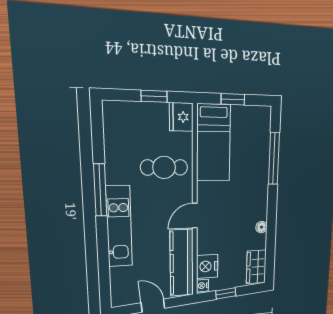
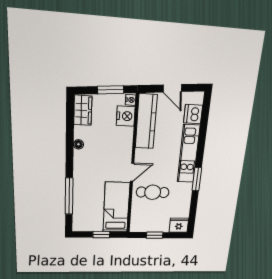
fridge: (181, 117) -> (179, 225), moved, turned -90
window: (100, 190) -> (197, 179), width x0.69
door: (195, 216) -> (132, 172), moved
dishwasher: (121, 279) -> (193, 114), added
window: (226, 293) -> (111, 90), width x1.50

